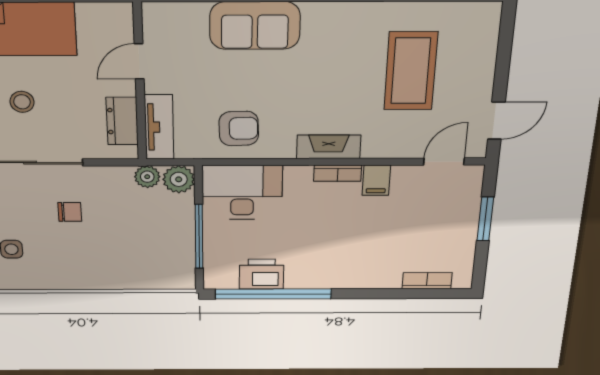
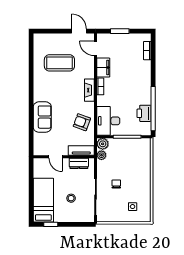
armchair: (239, 129) -> (82, 122), turned -68
filing cabinet: (376, 180) -> (103, 68), width x2.00

